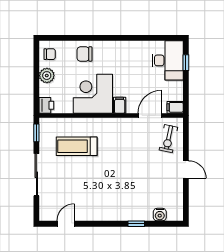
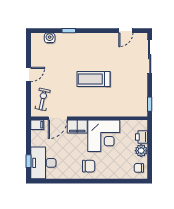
chair: (84, 54) -> (89, 166), moved
printer: (46, 105) -> (142, 137), moved
filing cabinet: (120, 105) -> (77, 126), width x2.00
treadmill: (77, 146) -> (93, 79), moved, turned 180
door: (186, 169) -> (28, 74), swing flipped
sliding door: (36, 175) -> (150, 57), moved

